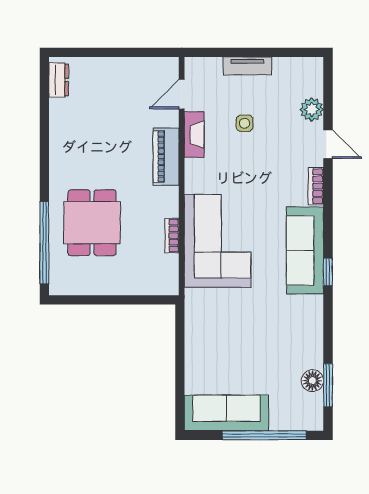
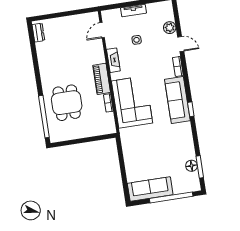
fireplace: (194, 135) -> (113, 60), moved
piano: (166, 157) -> (102, 79), moved

